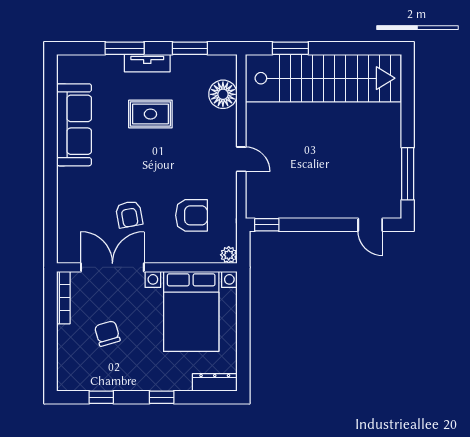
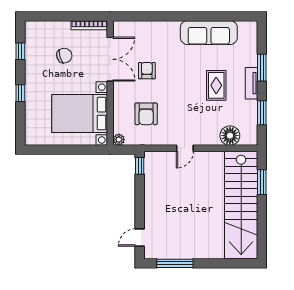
armchair: (129, 214) -> (147, 71), turned 100
dresser: (215, 382) -> (31, 130), removed

